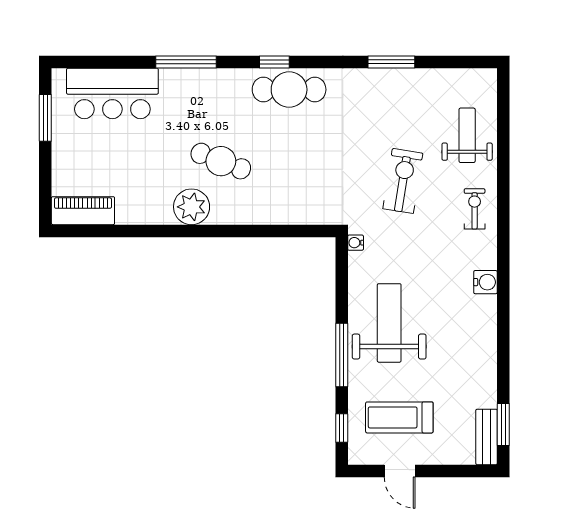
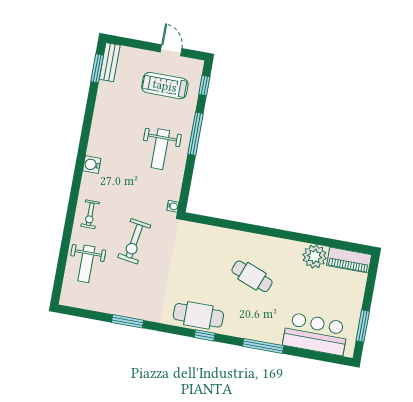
plant: (192, 207) -> (315, 256), moved
weight bench: (389, 323) -> (160, 149), width x0.73, depth x0.75
treadmill: (399, 417) -> (165, 86), turned 180

